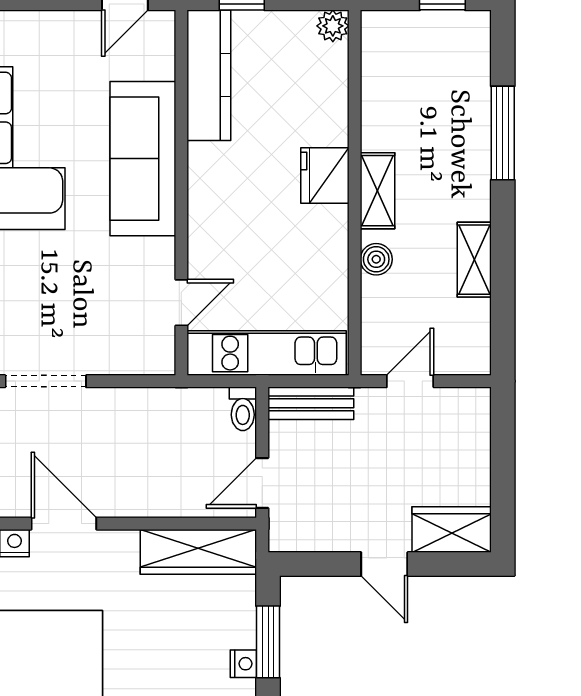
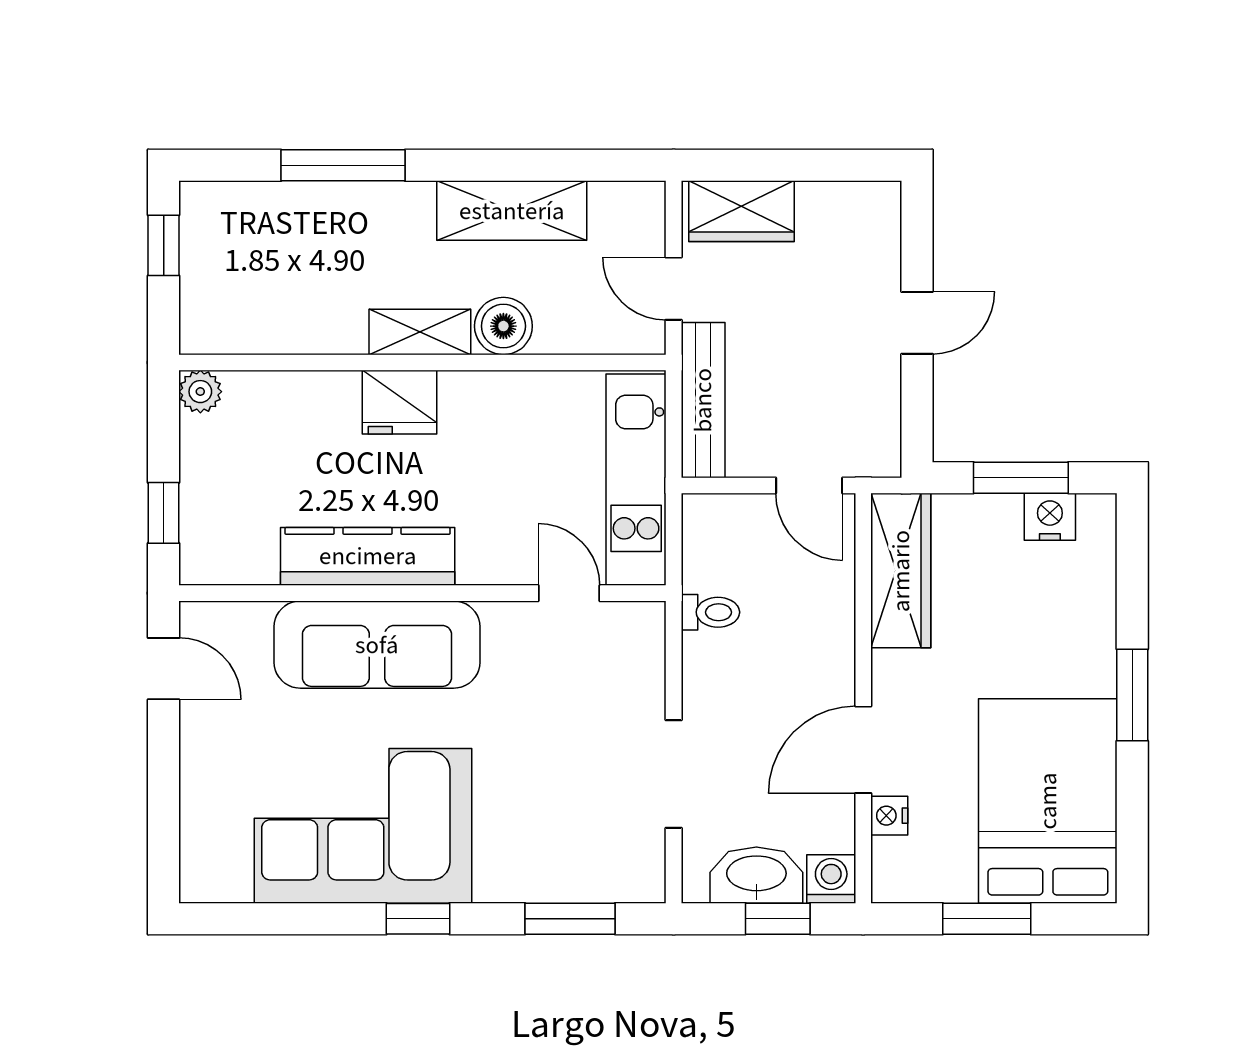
kitchen counter: (209, 75) -> (368, 556), moved
boiler: (376, 259) -> (503, 326), width x1.36, depth x1.36
shelving: (474, 260) -> (512, 211), width x1.50, depth x1.33
bench: (311, 403) -> (703, 400), width x1.36
toilet: (243, 409) -> (710, 612), moved
wardrobe: (452, 530) -> (741, 211), moved, turned -90
nightstand: (243, 664) -> (1050, 517), width x1.39, depth x1.35

